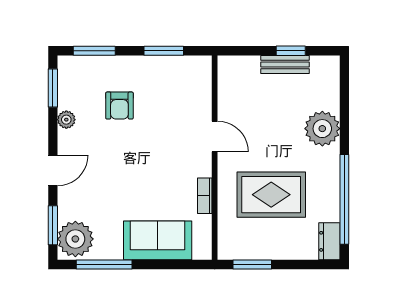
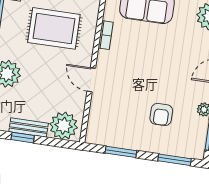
plant: (241, 73) -> (64, 126), added
armchair: (119, 106) -> (161, 115), turned 180

